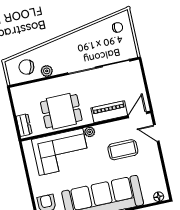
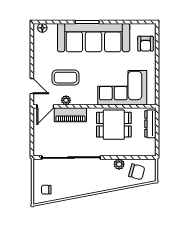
dresser: (24, 125) -> (150, 124), width x1.44
plant: (90, 132) -> (66, 100), moved

